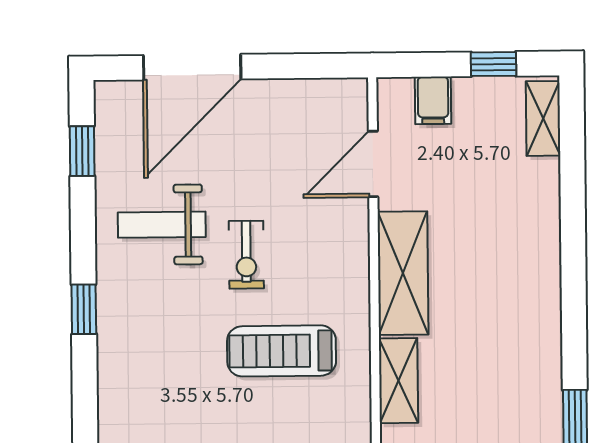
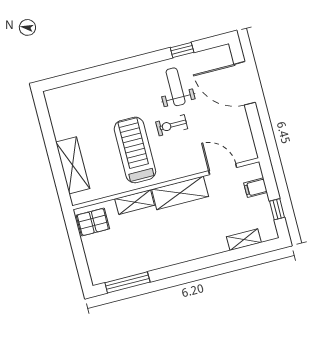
shelving: (543, 118) -> (244, 240), moved
window: (82, 151) -> (182, 50), moved
window: (84, 309) -> (132, 63), removed
treadmill: (282, 351) -> (135, 150), width x1.37, depth x1.38

